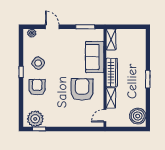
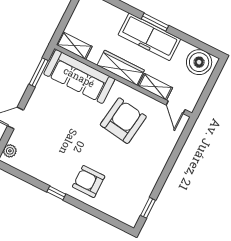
sofa: (95, 57) -> (79, 77), width x1.36
side table: (38, 63) -> (56, 163), removed
freezer: (138, 80) -> (149, 37), added
armchair: (82, 89) -> (123, 121), turned 98
plant: (35, 119) -> (131, 206), removed

